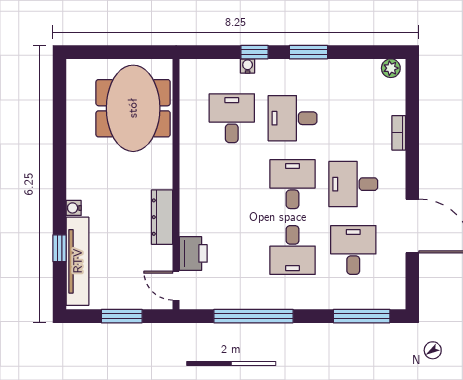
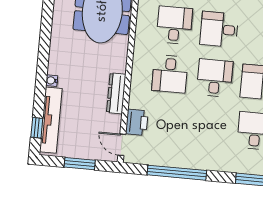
window: (60, 248) -> (37, 128), moved
desk: (293, 250) -> (170, 74), moved

